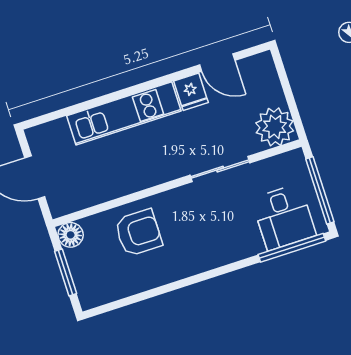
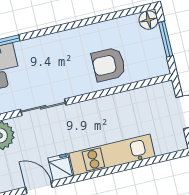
floor lamp: (71, 235) -> (148, 20), moved

